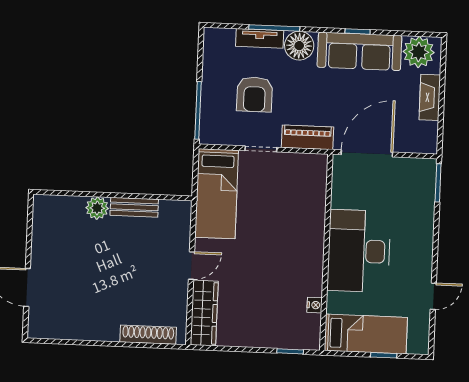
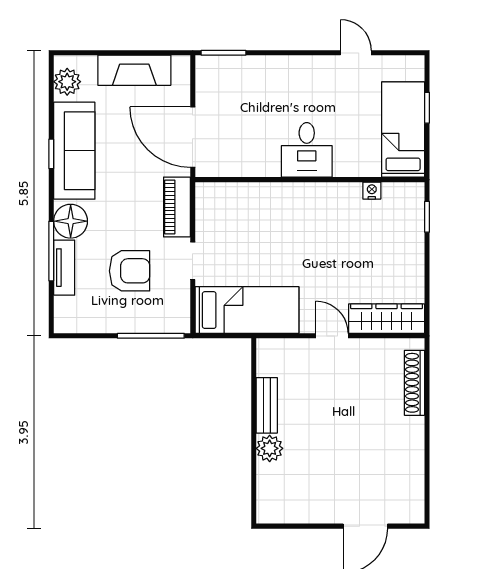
plant: (419, 52) -> (67, 82), width x0.73, depth x0.73
fireplace: (430, 97) -> (134, 70), width x1.37, depth x1.32
desk: (359, 251) -> (307, 150), width x0.53, depth x0.77

